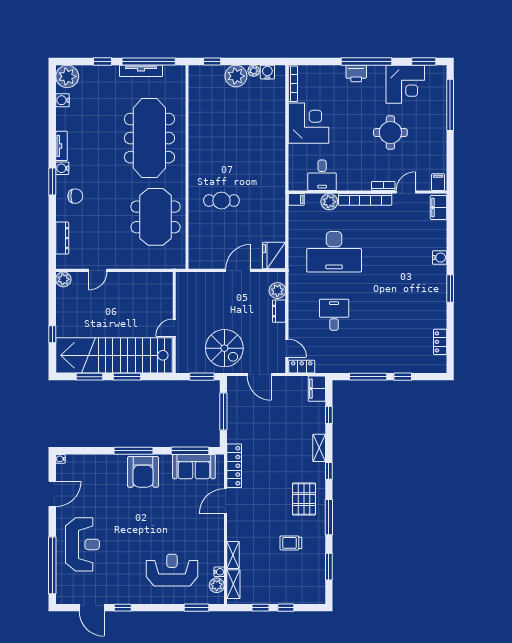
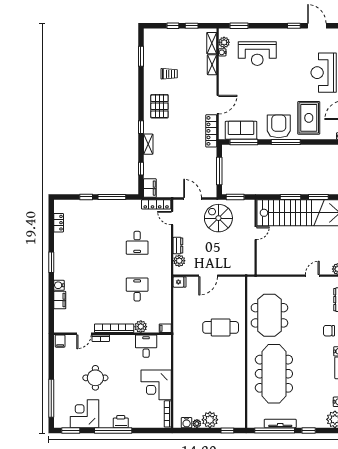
cafe table: (221, 201) -> (221, 327), width x1.37, depth x1.35
filing cabinet: (438, 207) -> (60, 300), moved
desk: (334, 252) -> (137, 290), width x0.53, depth x0.77
fridge: (274, 256) -> (179, 282), width x0.53, depth x0.75
locker: (302, 367) -> (156, 204), width x1.53
rug: (102, 483) -> (309, 118), added
window: (329, 517) -> (141, 93), removed

